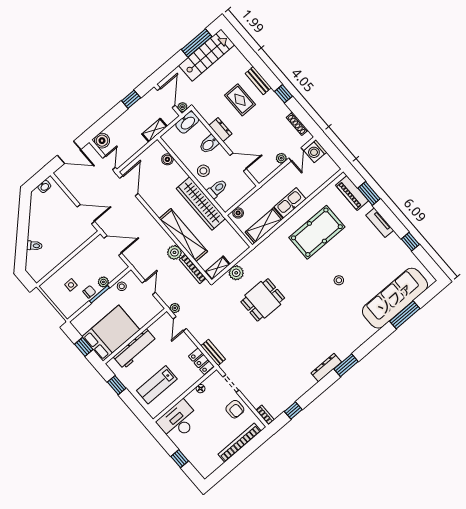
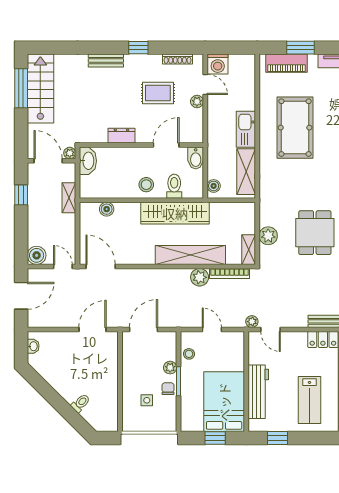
rug: (240, 100) -> (158, 93), moved
bidet: (209, 144) -> (196, 158), moved

